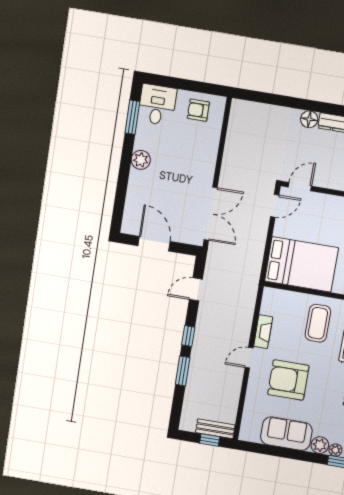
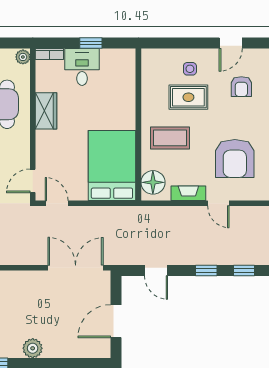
door: (300, 187) -> (33, 181), hinge flipped
floor lamp: (279, 300) -> (153, 182), added
window: (183, 371) -> (244, 270), width x0.67

